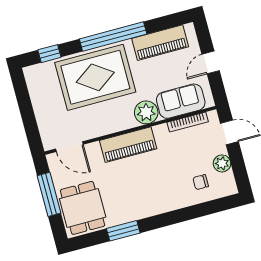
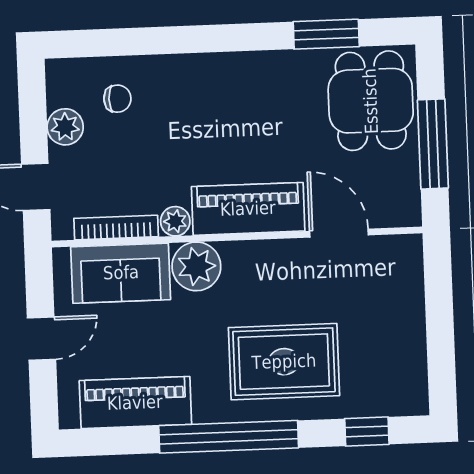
rug: (95, 77) -> (284, 362), width x0.73, depth x0.69
plant: (161, 131) -> (175, 221), added
door: (69, 147) -> (339, 233), moved
window: (123, 231) -> (326, 34), moved

